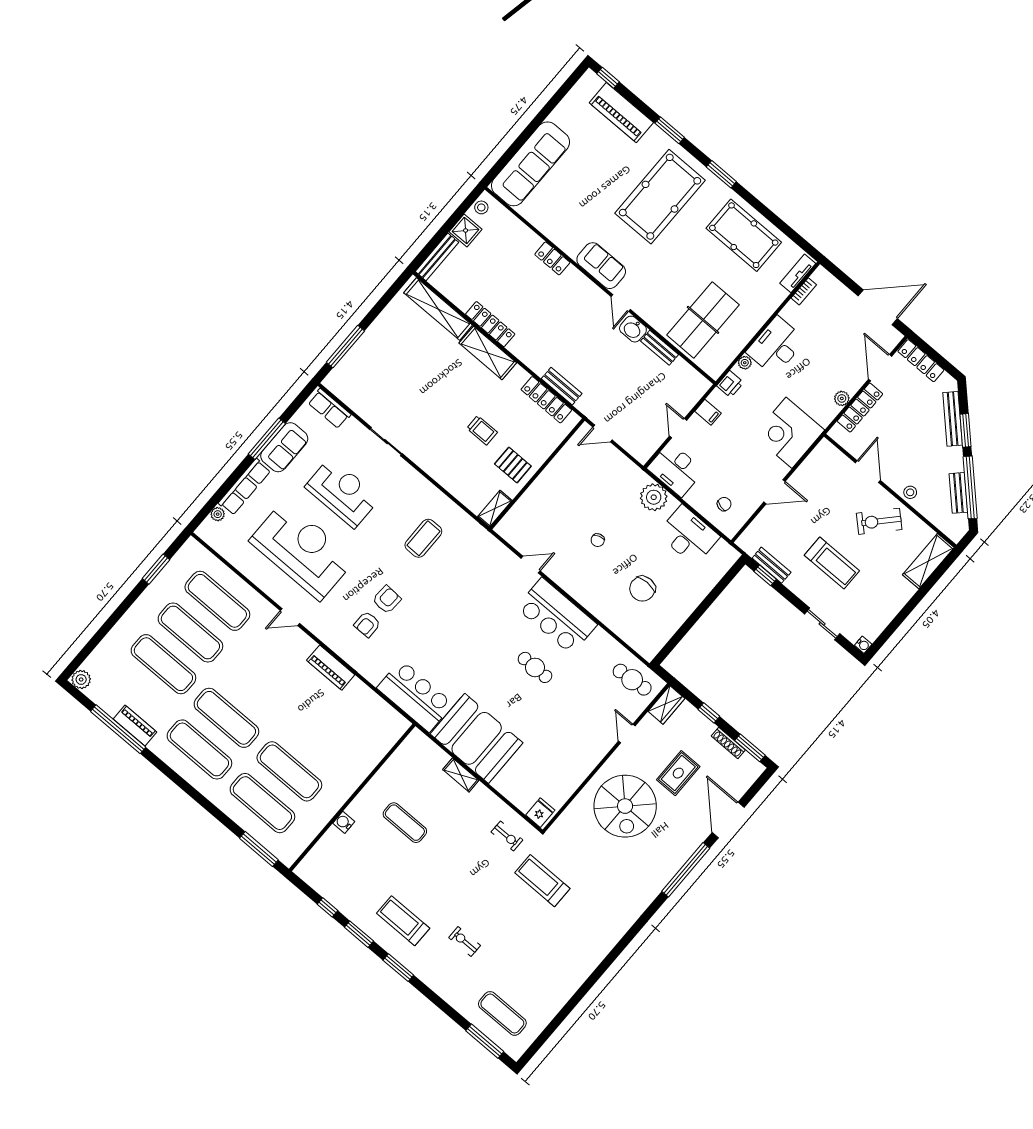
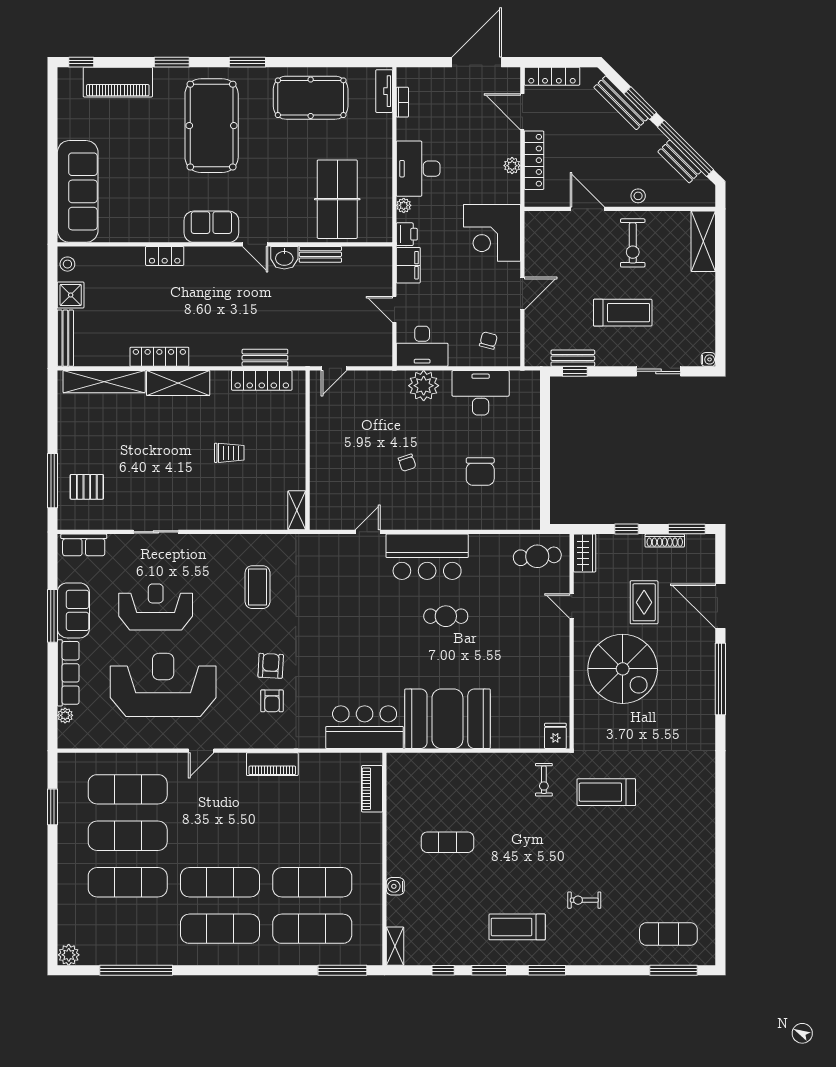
filing cabinet: (708, 412) -> (408, 265), width x2.00
pallet: (513, 465) -> (87, 487), moved
exercise bike: (879, 521) -> (633, 243), turned -43
piano: (135, 725) -> (372, 789), moved, turned -90
shelving: (461, 775) -> (395, 946), moved, turned 90
exercise bike: (507, 836) -> (544, 780), turned 90

